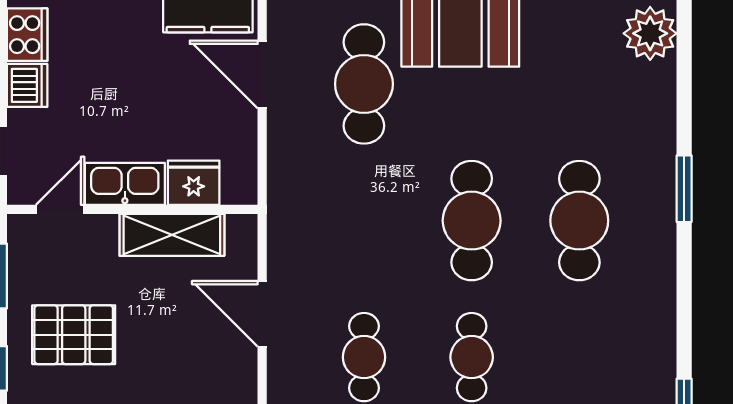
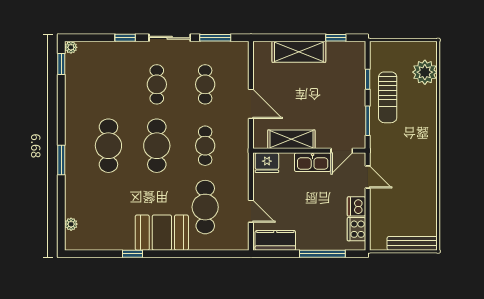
plant: (650, 33) -> (71, 224), width x0.53, depth x0.53
door: (262, 75) -> (251, 211), width x0.73
fridge: (194, 183) -> (267, 163), moved
cafe table: (364, 221) -> (205, 146), added
pallet: (74, 335) -> (336, 94), removed

